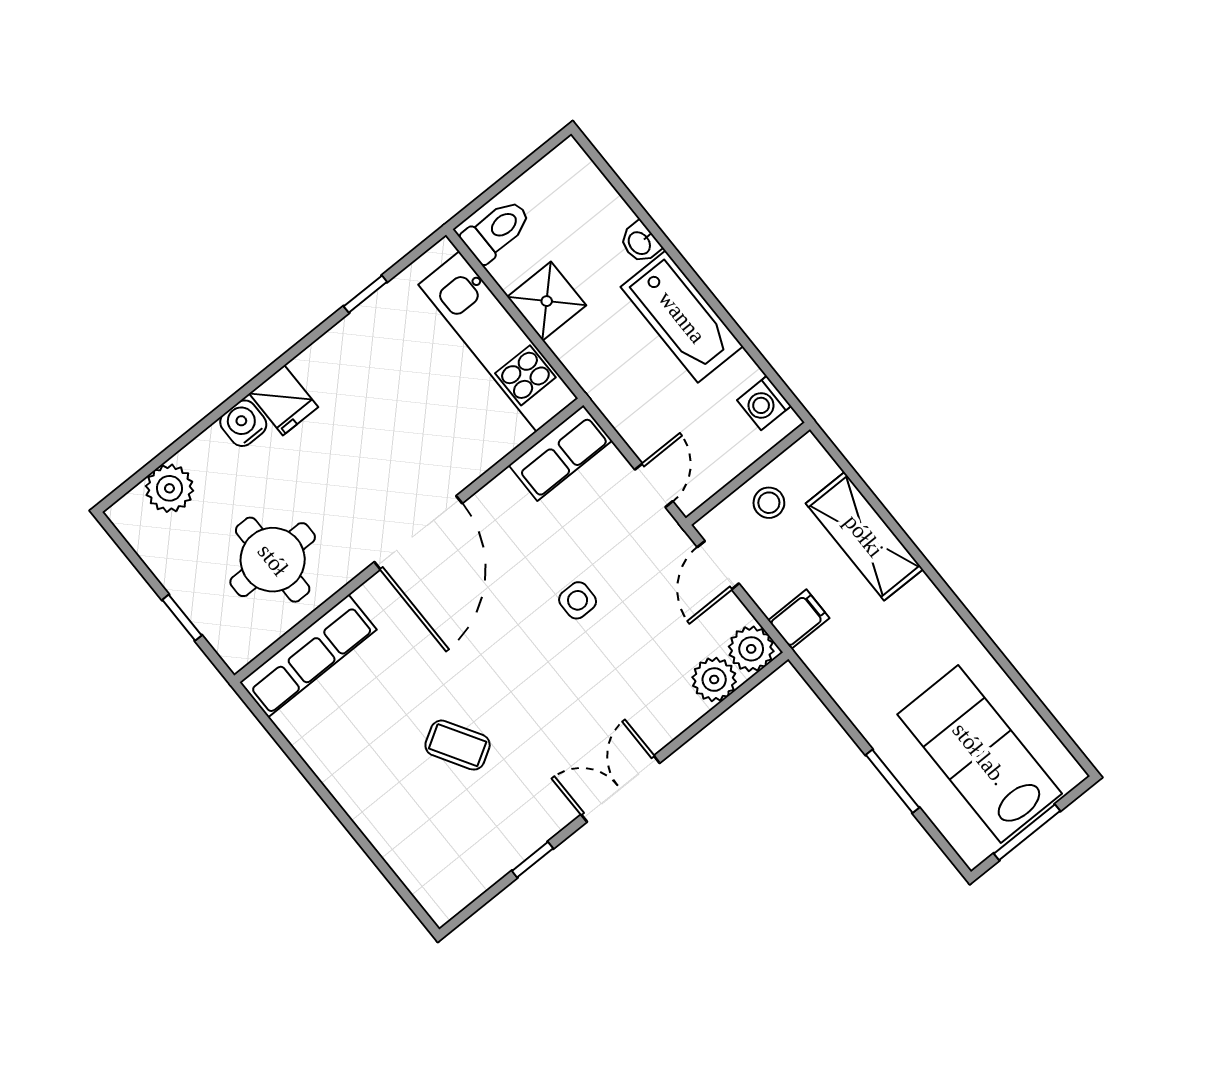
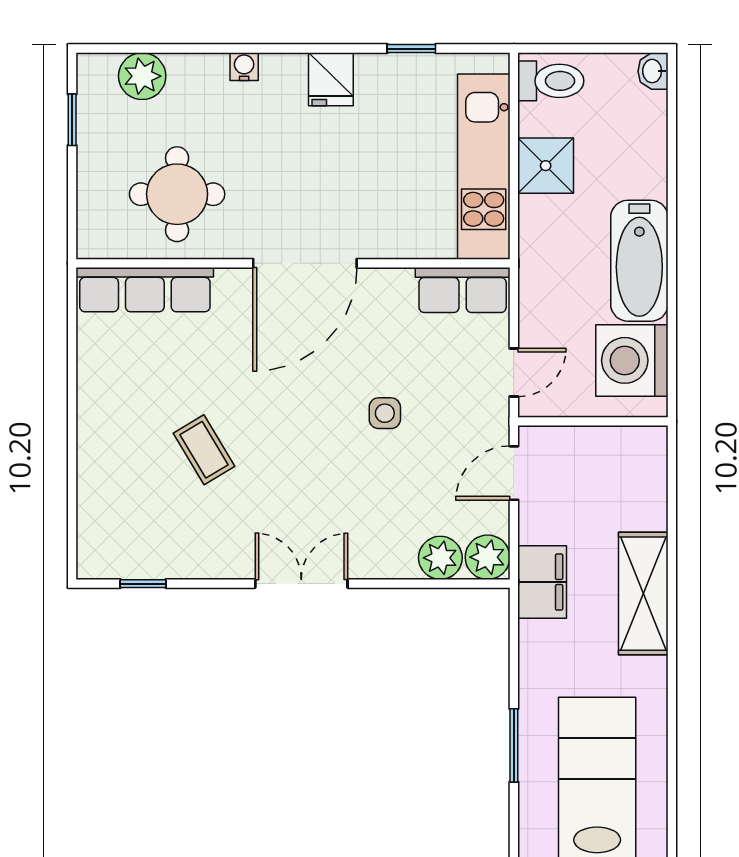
washbasin: (640, 243) -> (653, 71), moved
fridge: (284, 400) -> (331, 79), moved
washing machine: (764, 403) -> (632, 360), width x1.89, depth x1.89
water cooler: (243, 423) -> (244, 67), width x0.72, depth x0.72
stool: (769, 503) -> (591, 457), removed
shelving: (864, 536) -> (643, 594), moved
window: (182, 618) -> (72, 120), moved
filing cabinet: (799, 619) -> (542, 582), width x2.00
window: (533, 860) -> (143, 584), moved

